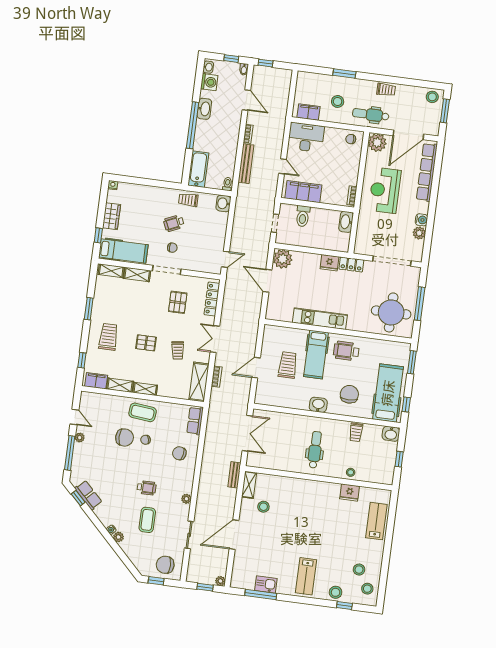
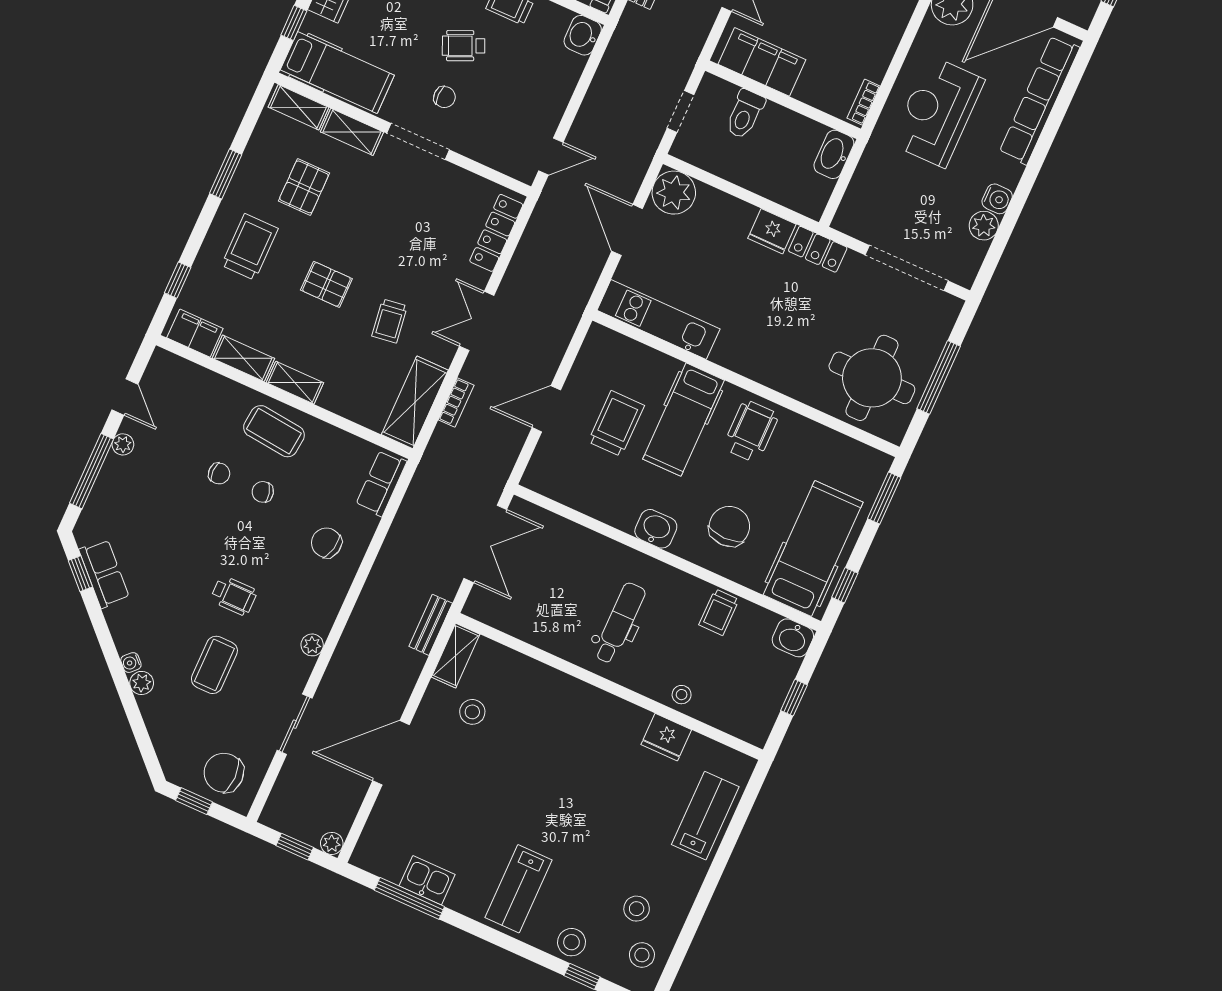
pallet: (178, 302) -> (304, 187), moved
kitchen unit: (320, 319) -> (658, 320), moved
wheelchair: (346, 351) -> (751, 431), turned 90
chair: (125, 438) -> (219, 474), width x0.54, depth x0.54

